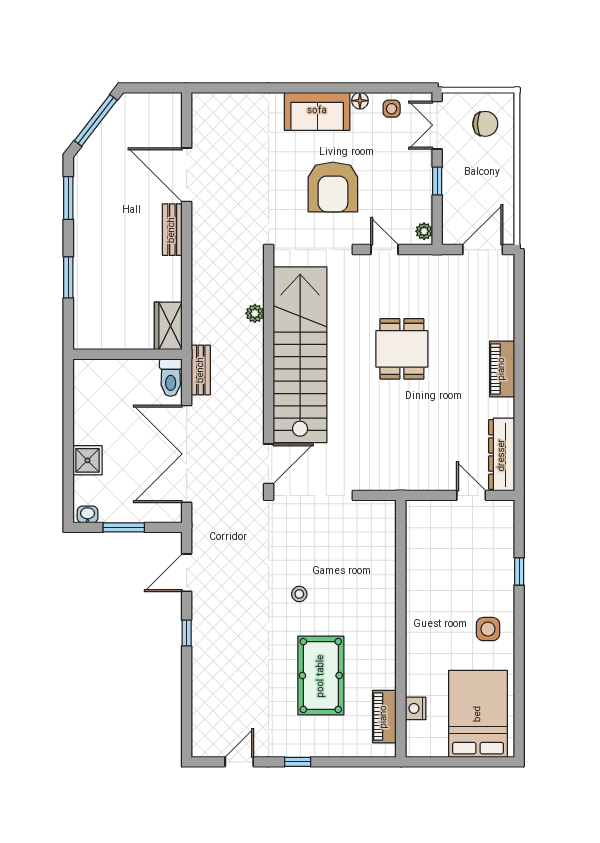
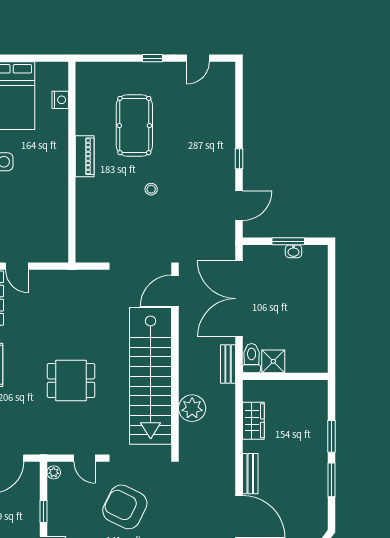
armchair: (333, 187) -> (125, 507), turned -64
window: (68, 198) -> (331, 480), moved
plant: (255, 313) -> (192, 408), width x1.88, depth x1.88
wardrobe: (168, 326) -> (253, 421), moved
dining table: (402, 349) -> (71, 381), turned 90
double door: (187, 454) -> (239, 299), swing flipped
shower: (87, 460) -> (273, 361), moved
washbasin: (88, 514) -> (293, 251), moved
piano: (384, 717) -> (85, 156), moved

